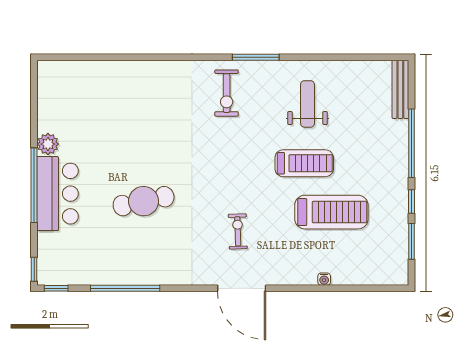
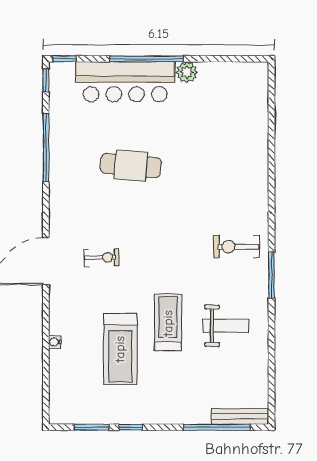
window: (411, 143) -> (217, 427), moved
treadmill: (304, 163) -> (168, 323), turned 180
bar counter: (58, 194) -> (125, 82), width x1.36
cafe table: (144, 201) -> (131, 166), turned -73

